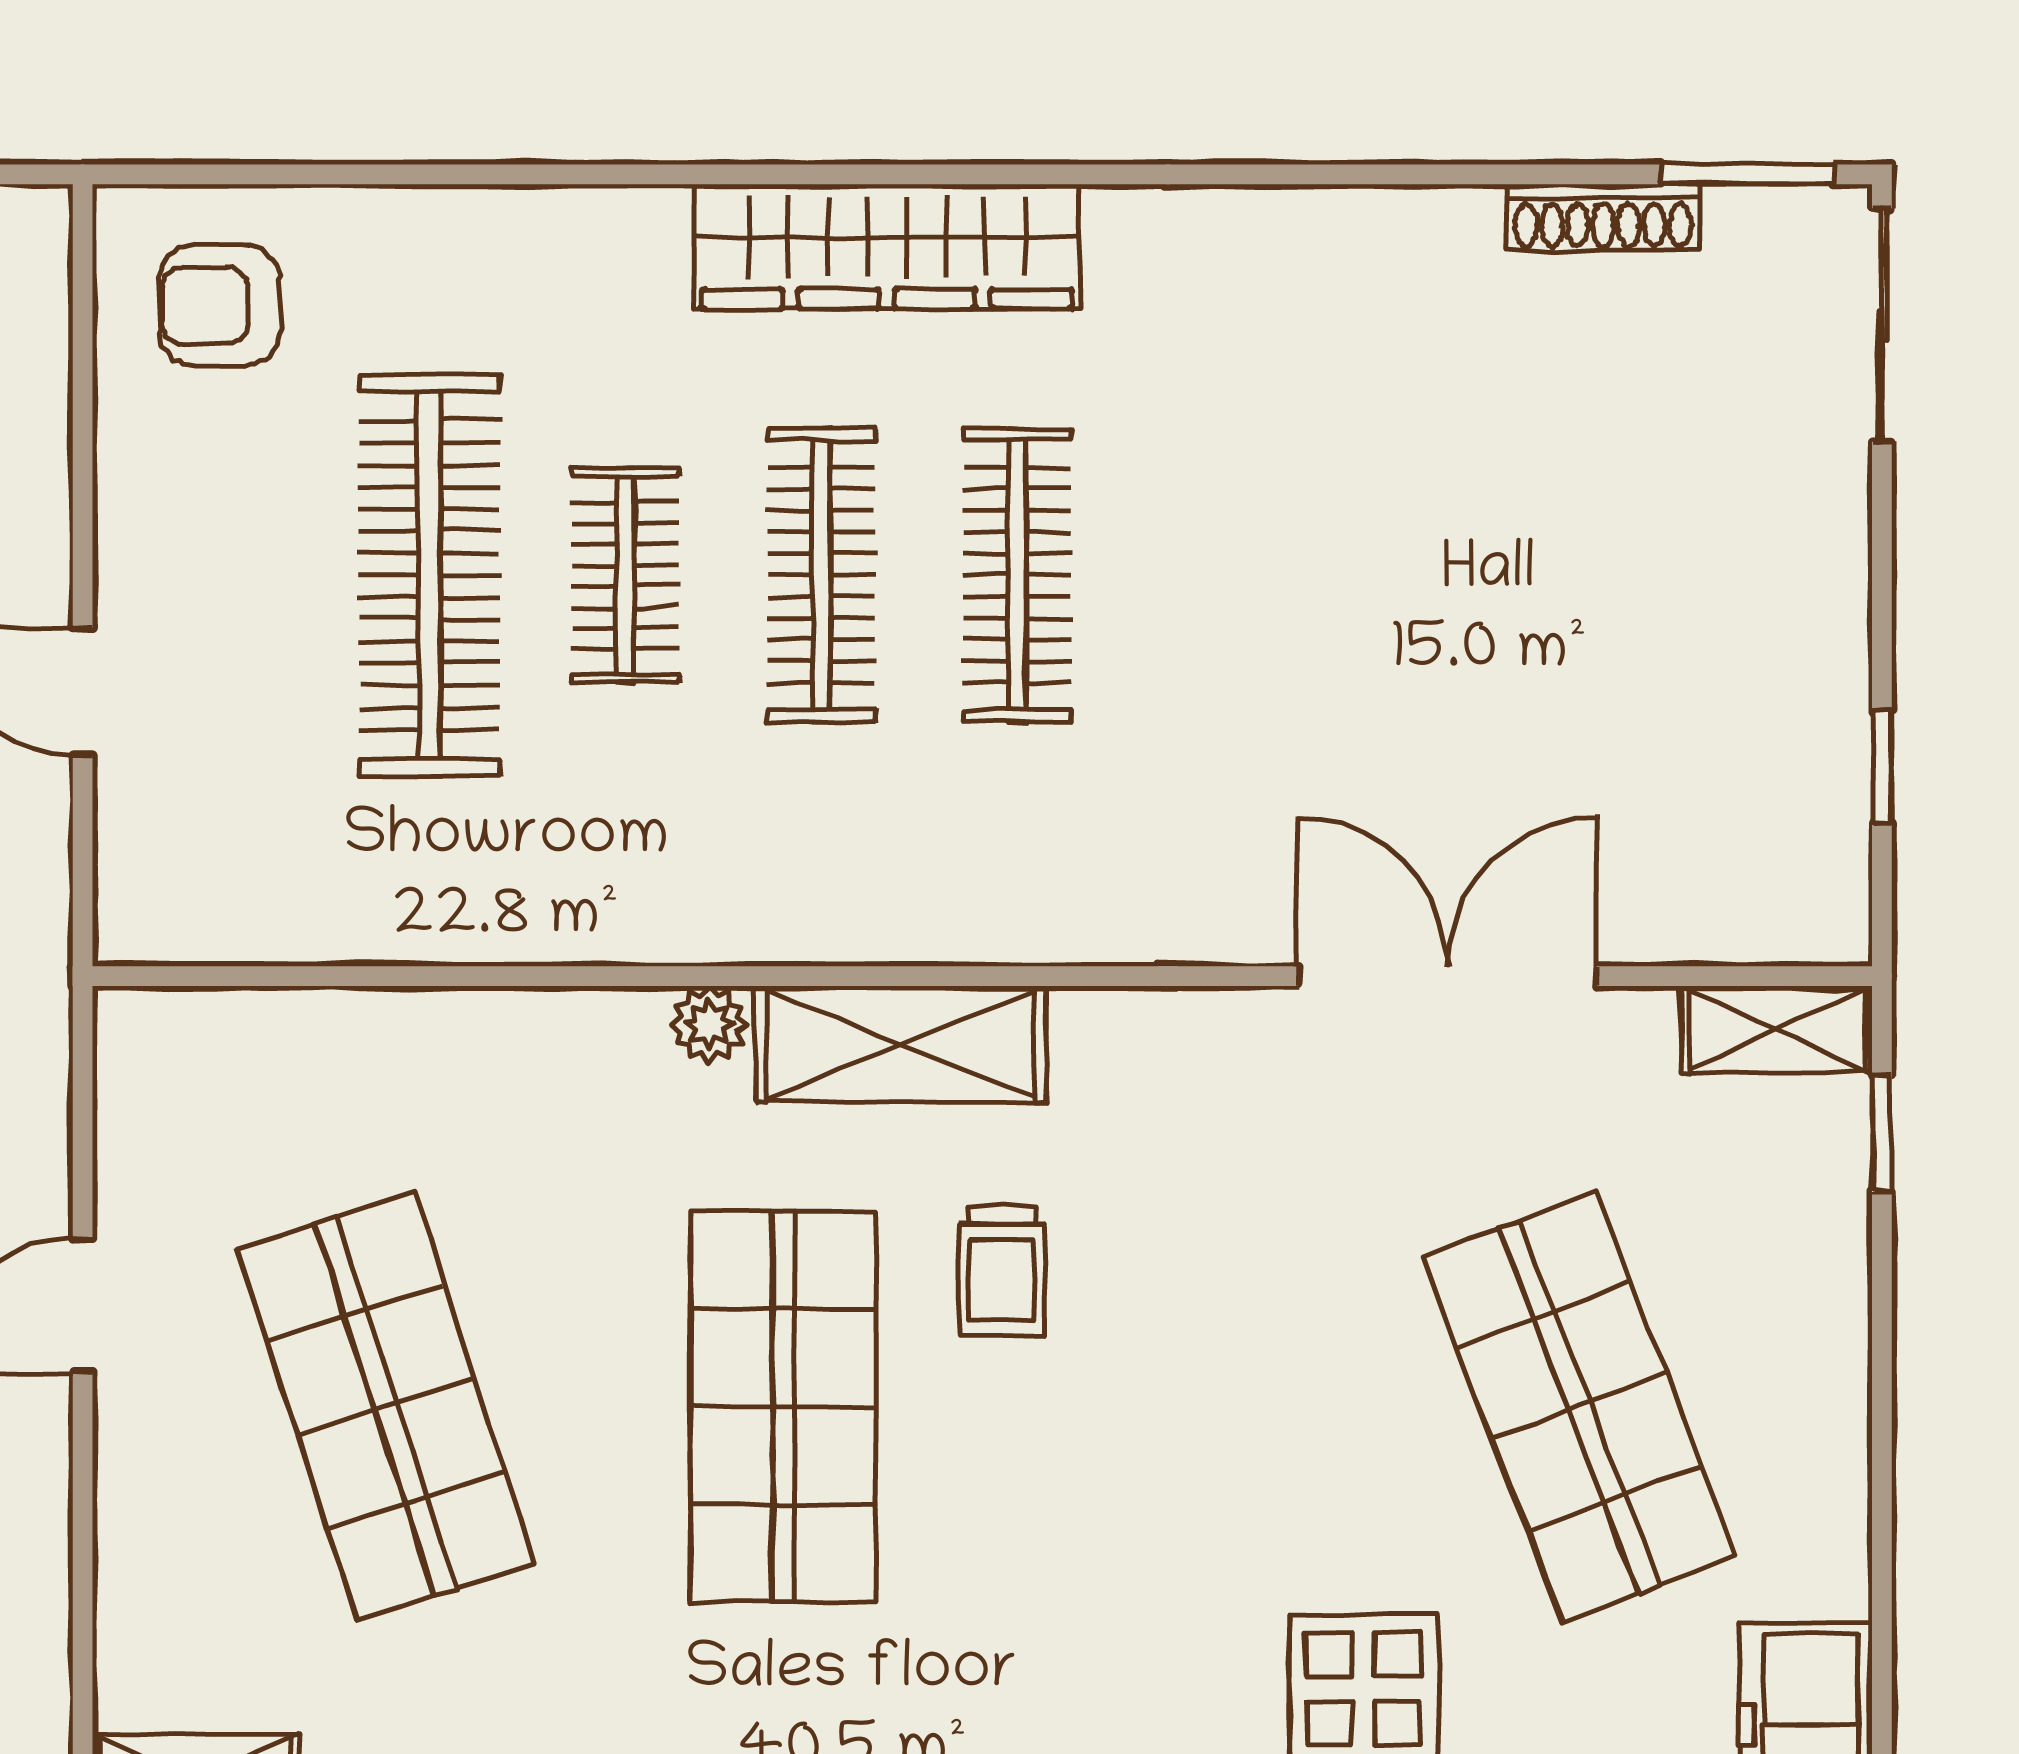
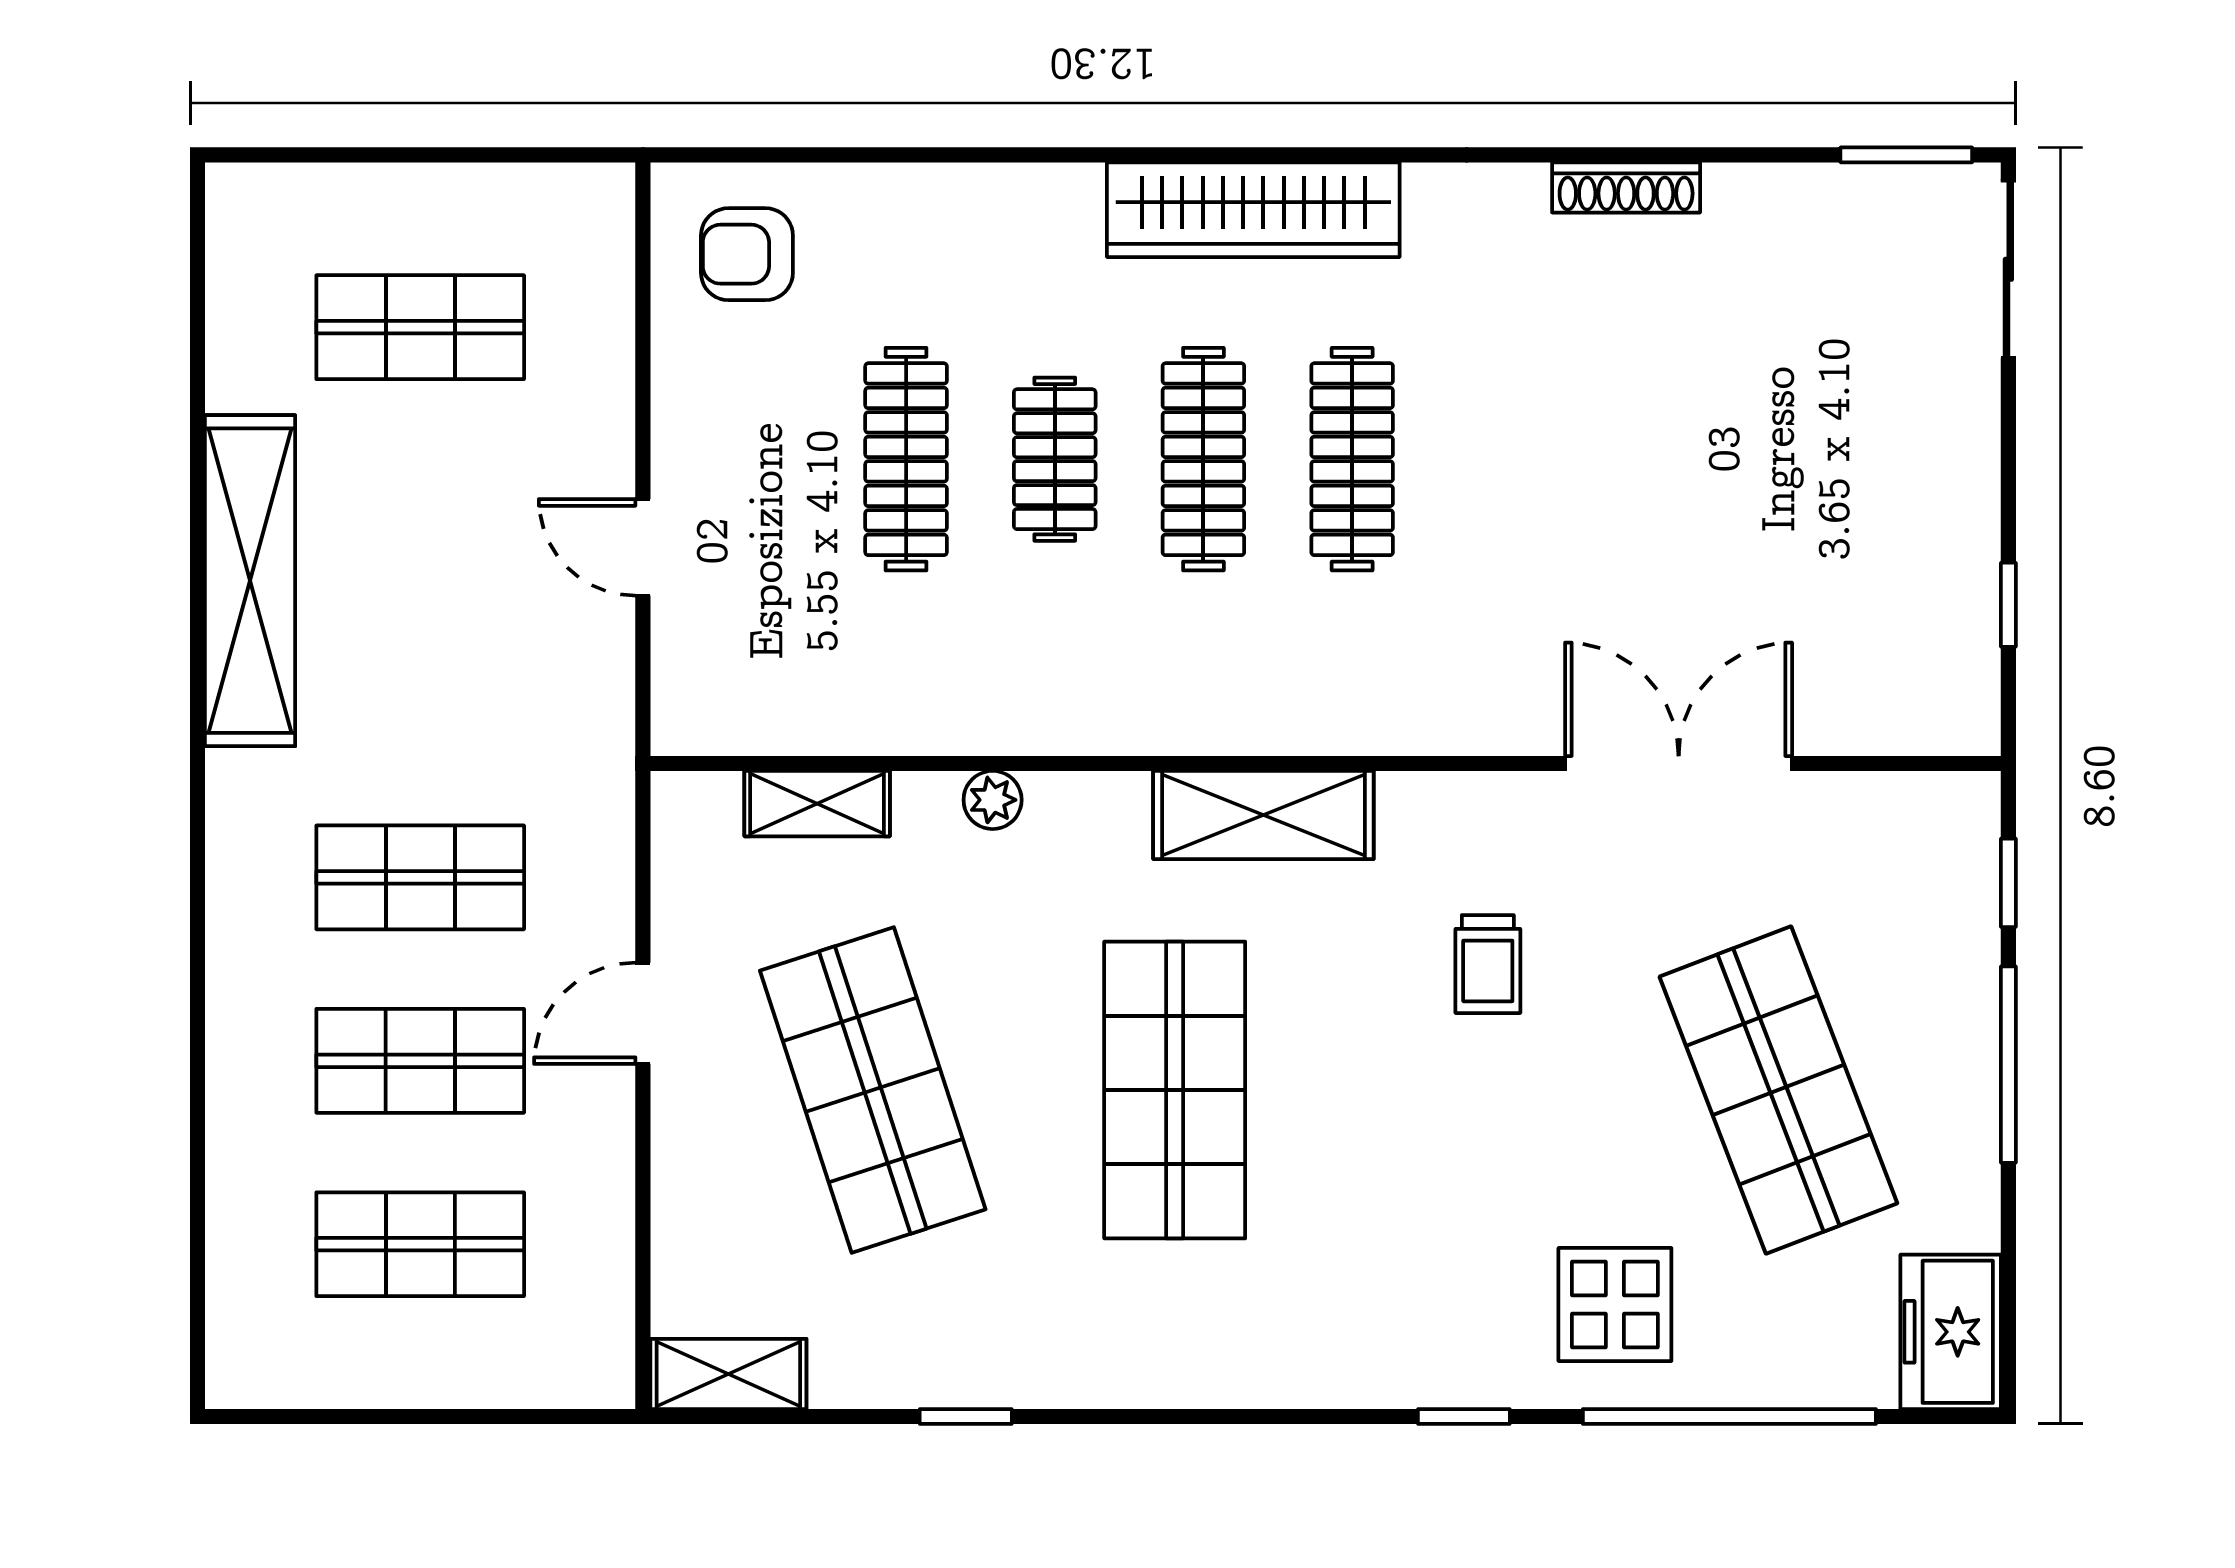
shoe rack: (1603, 217) -> (1626, 187), moved
clothes rail: (429, 575) -> (906, 459), width x0.73, depth x0.76
plant: (709, 1024) -> (993, 800), moved
shelving: (1776, 1029) -> (817, 804), moved
trolley: (1002, 1271) -> (1488, 964), moved
window: (1882, 1373) -> (2008, 1065), added

